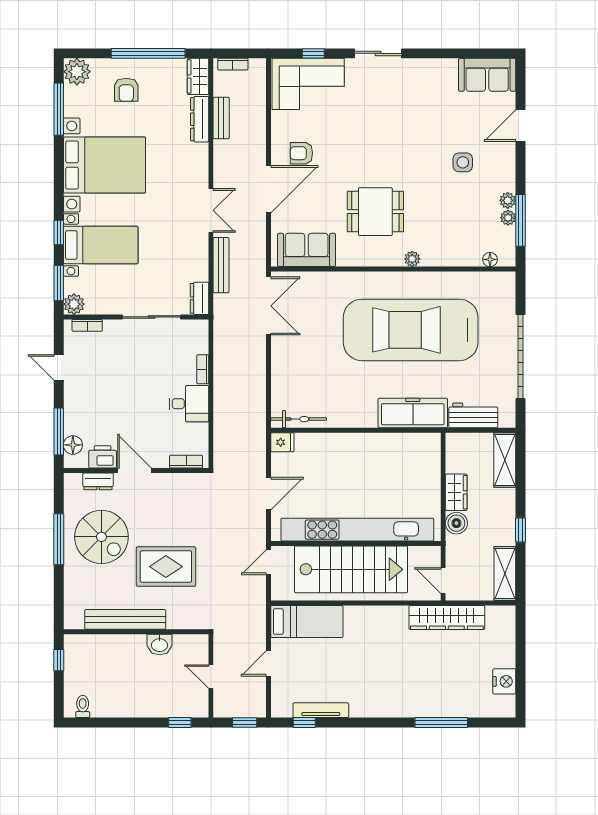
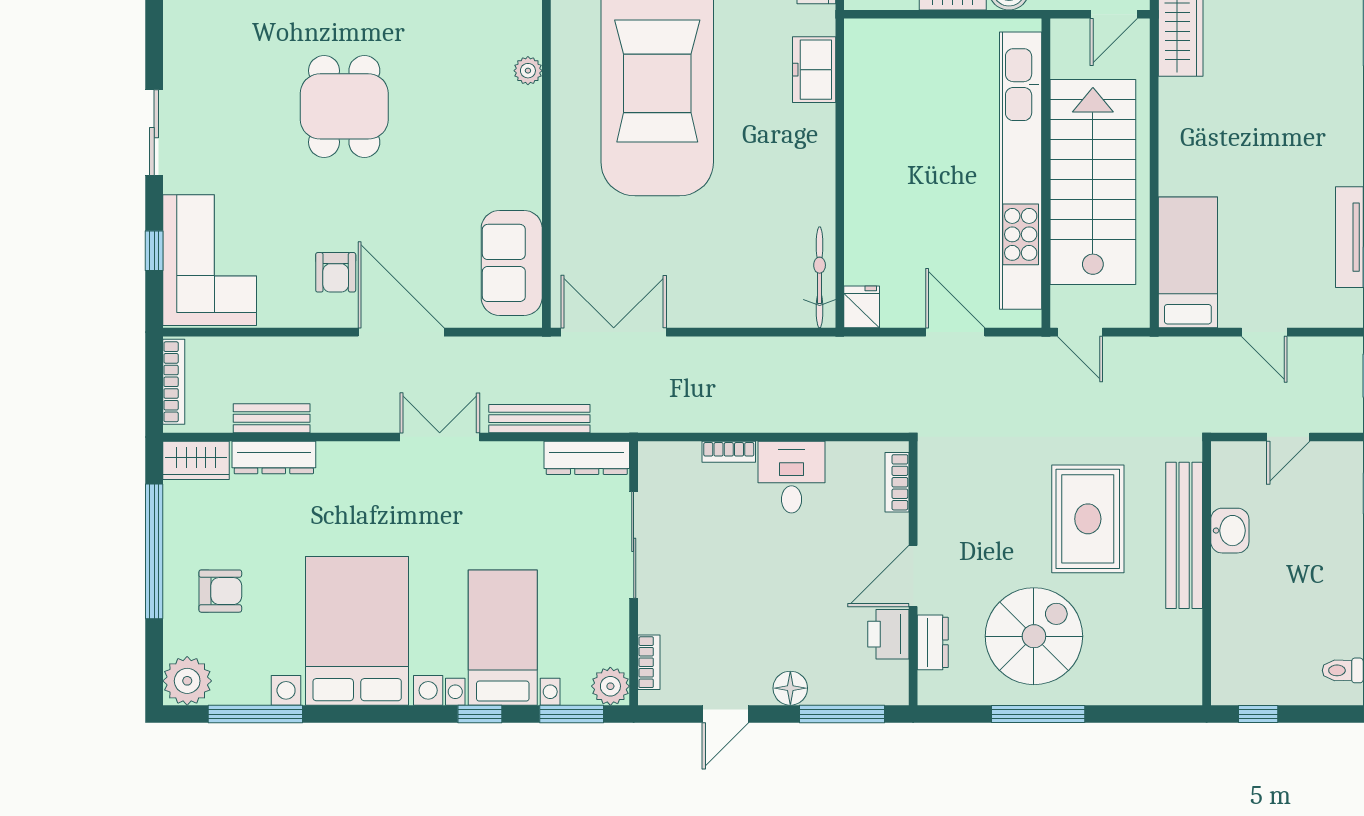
bookcase: (233, 64) -> (174, 382), width x1.56
dining table: (375, 212) -> (344, 106), moved
dresser: (199, 298) -> (587, 458), width x1.44
freezer: (413, 413) -> (814, 70), width x0.52, depth x0.79
floor lamp: (73, 445) -> (790, 688), moved
bench: (125, 619) -> (1184, 535), moved

